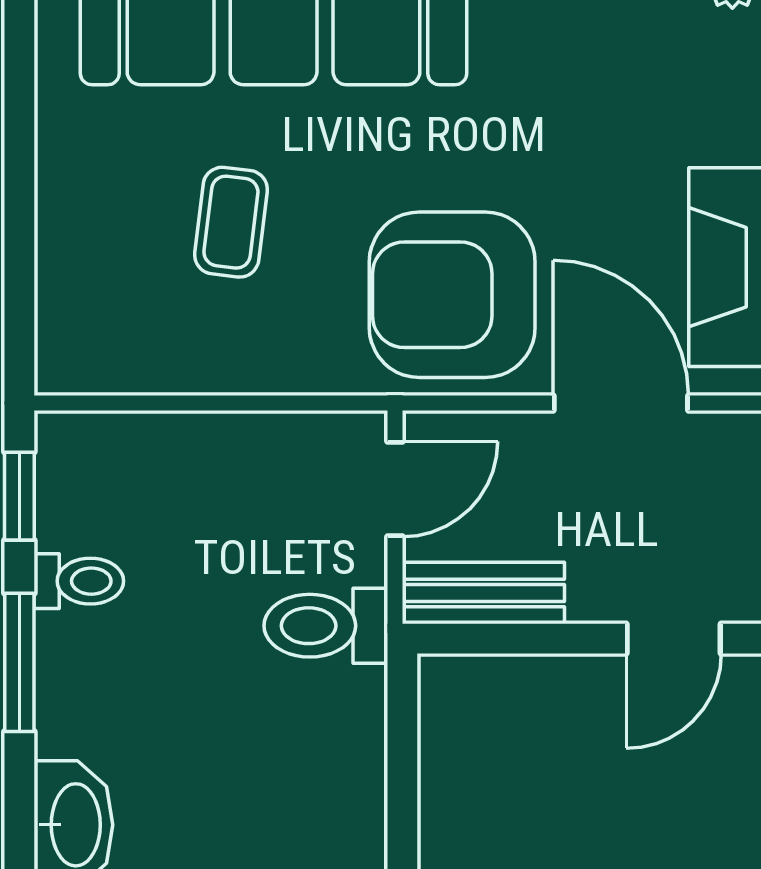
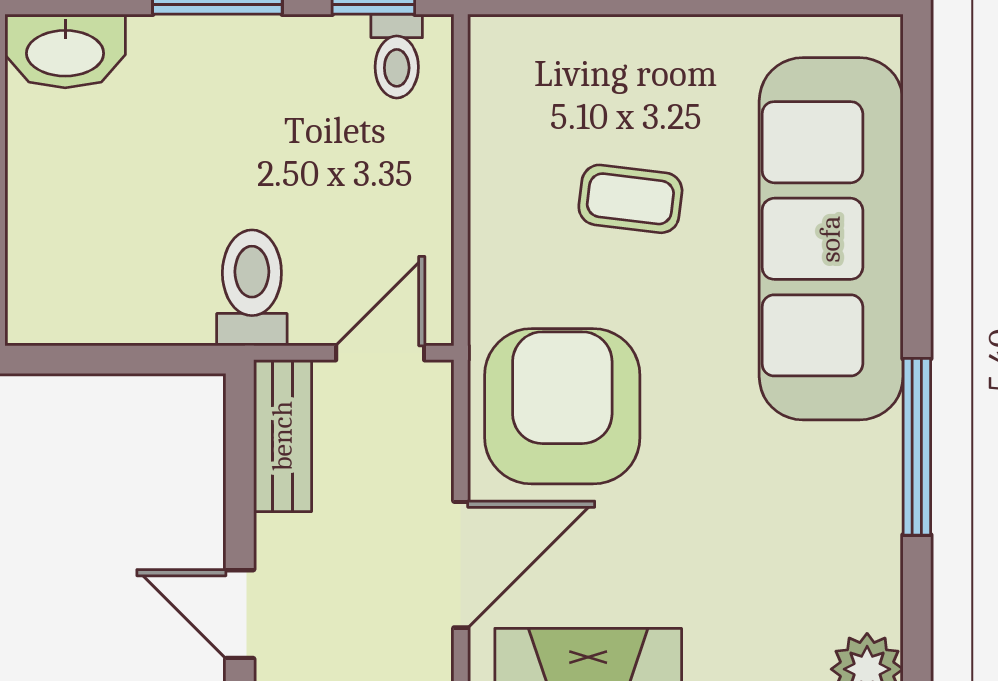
door: (395, 489) -> (380, 353), swing flipped
toilet: (79, 581) -> (397, 56), moved

